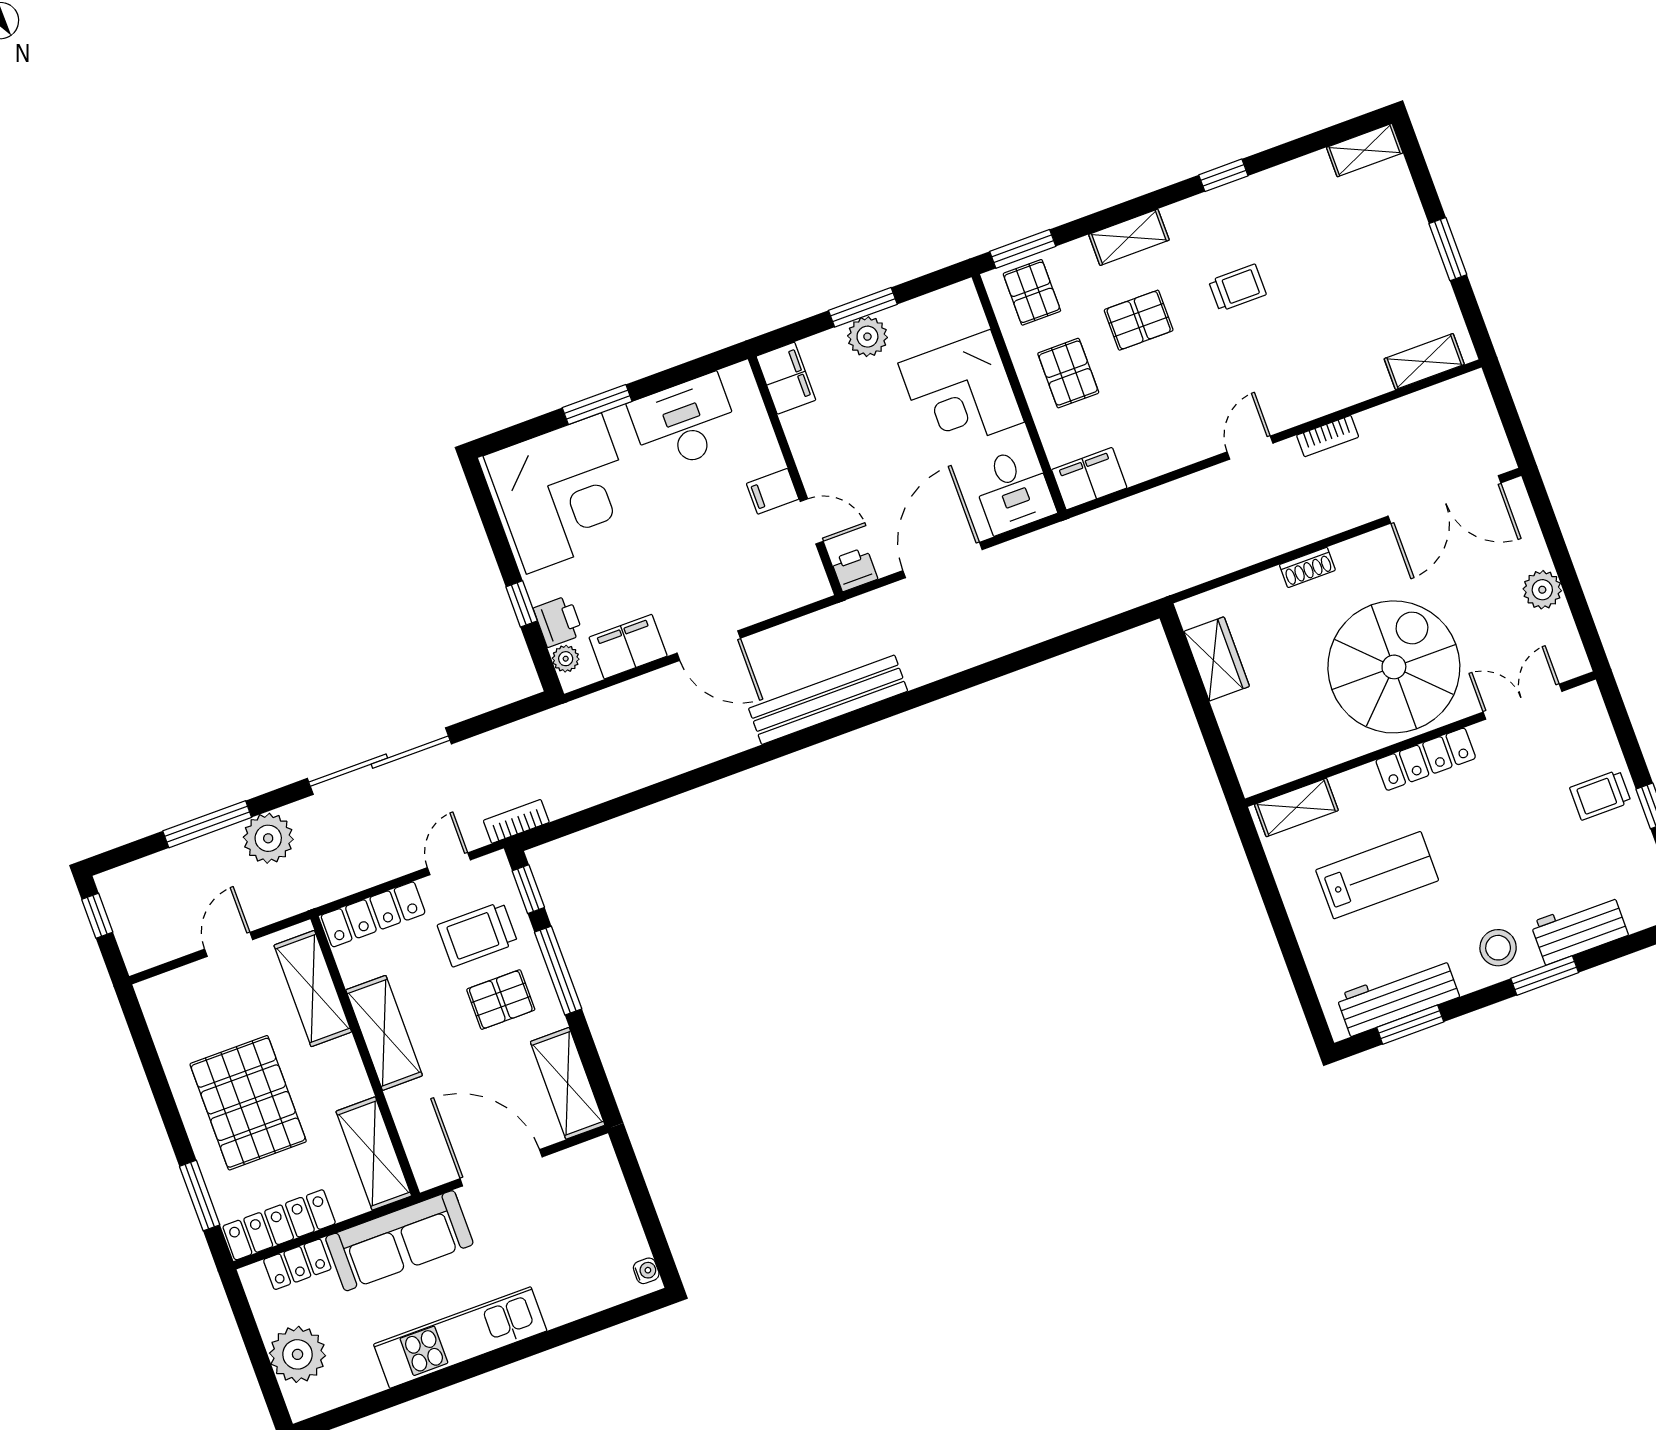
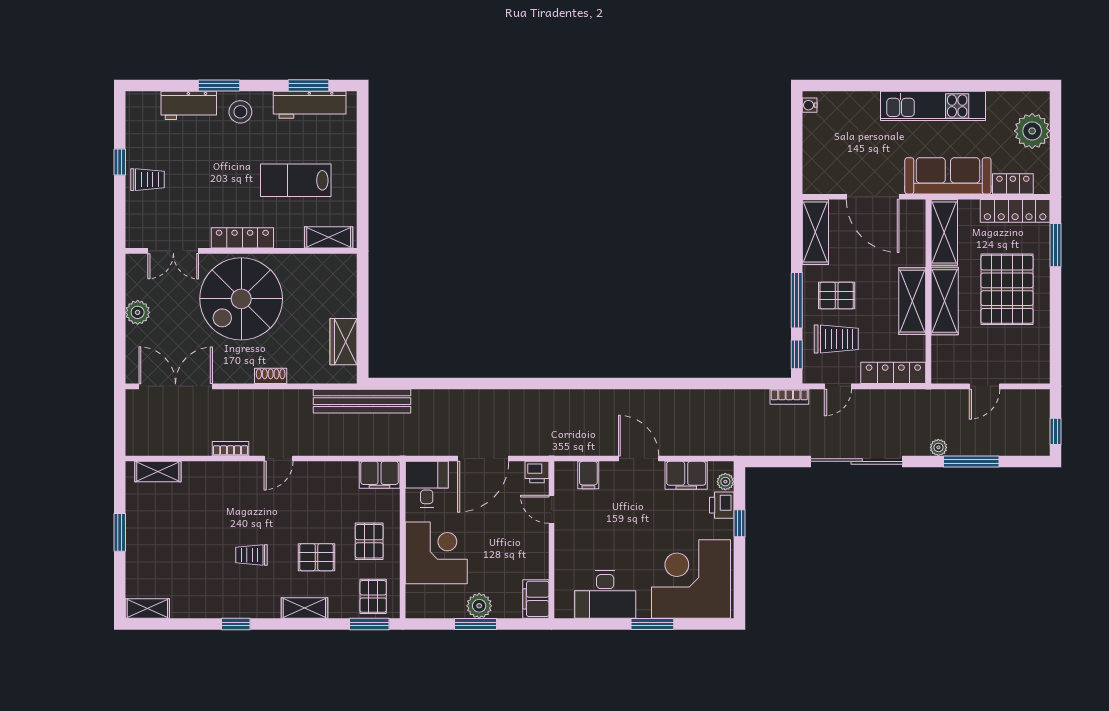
filing cabinet: (773, 491) -> (588, 475), moved, turned 90
bench: (828, 700) -> (362, 401), moved
plant: (268, 838) -> (938, 447), width x0.53, depth x0.53
shelving: (313, 989) -> (945, 301), moved

